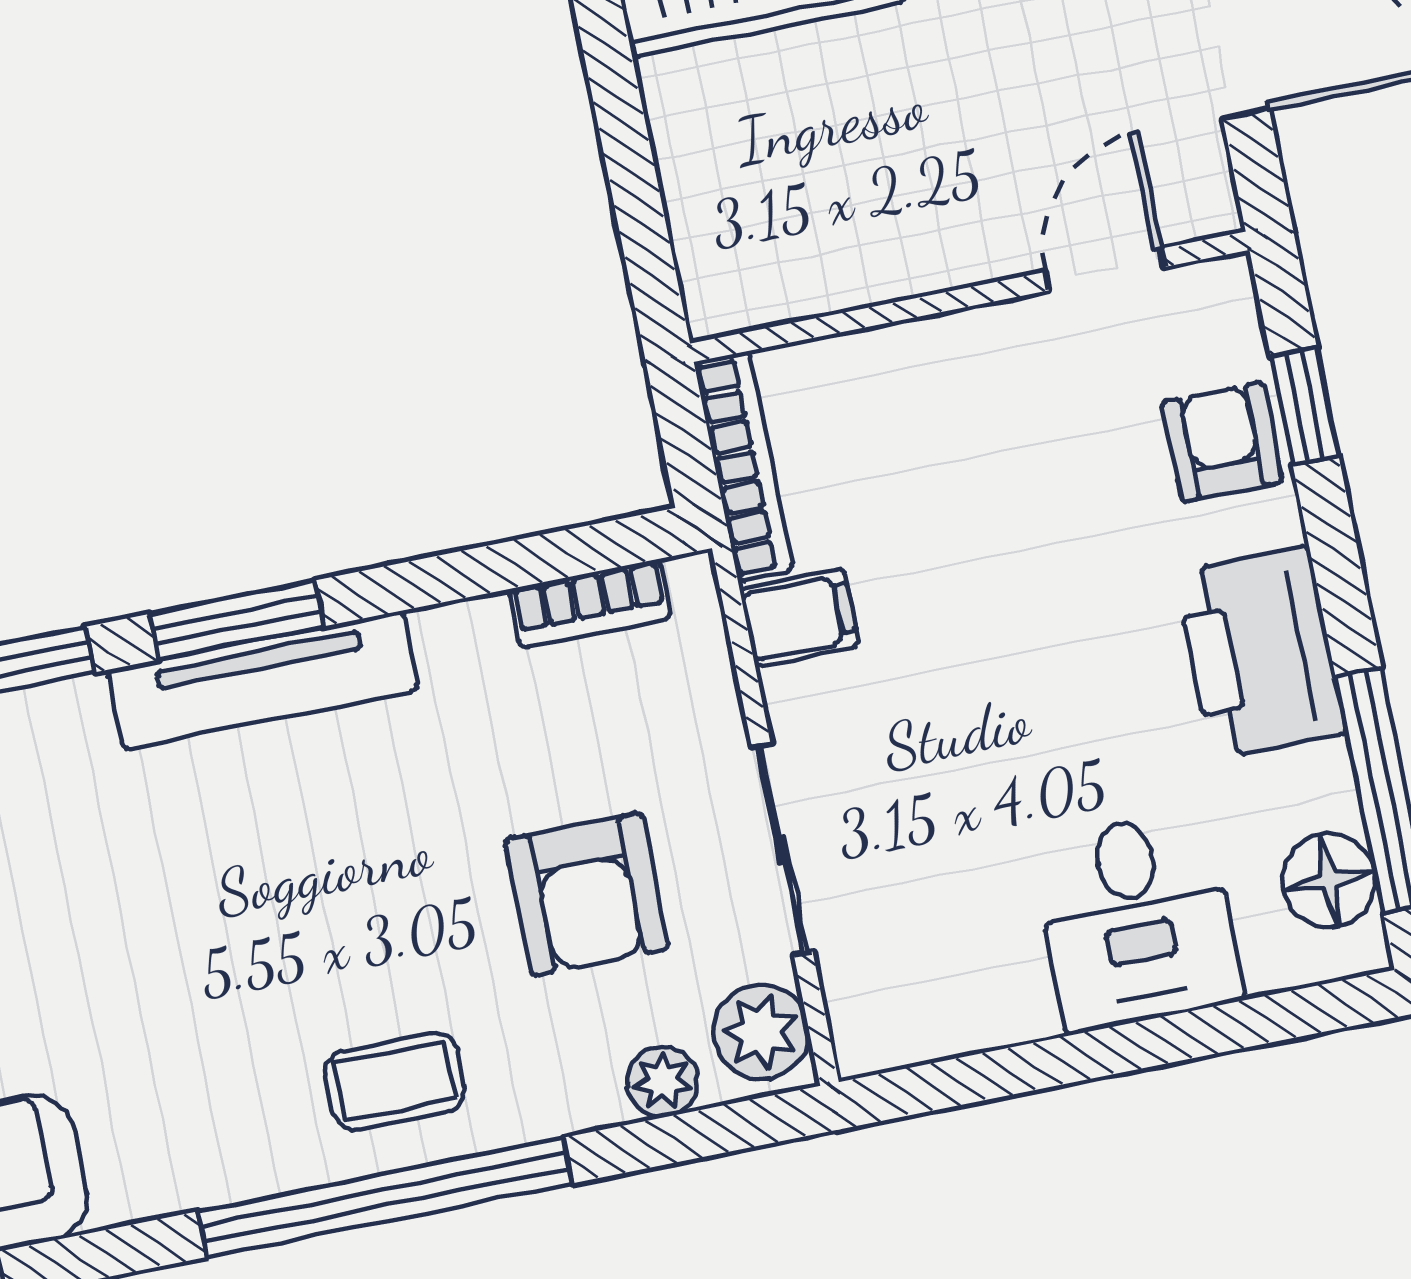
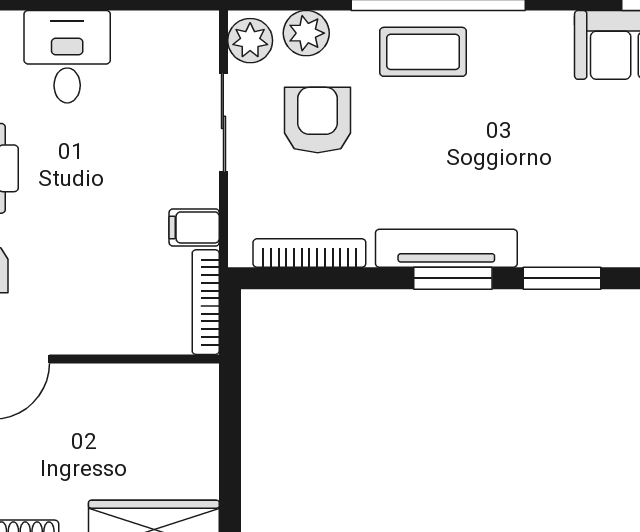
bookcase: (590, 604) -> (309, 253), width x1.56
coffee table: (395, 1081) -> (423, 52), width x1.36, depth x1.30
plant: (662, 1082) -> (306, 33), width x1.38, depth x1.38

